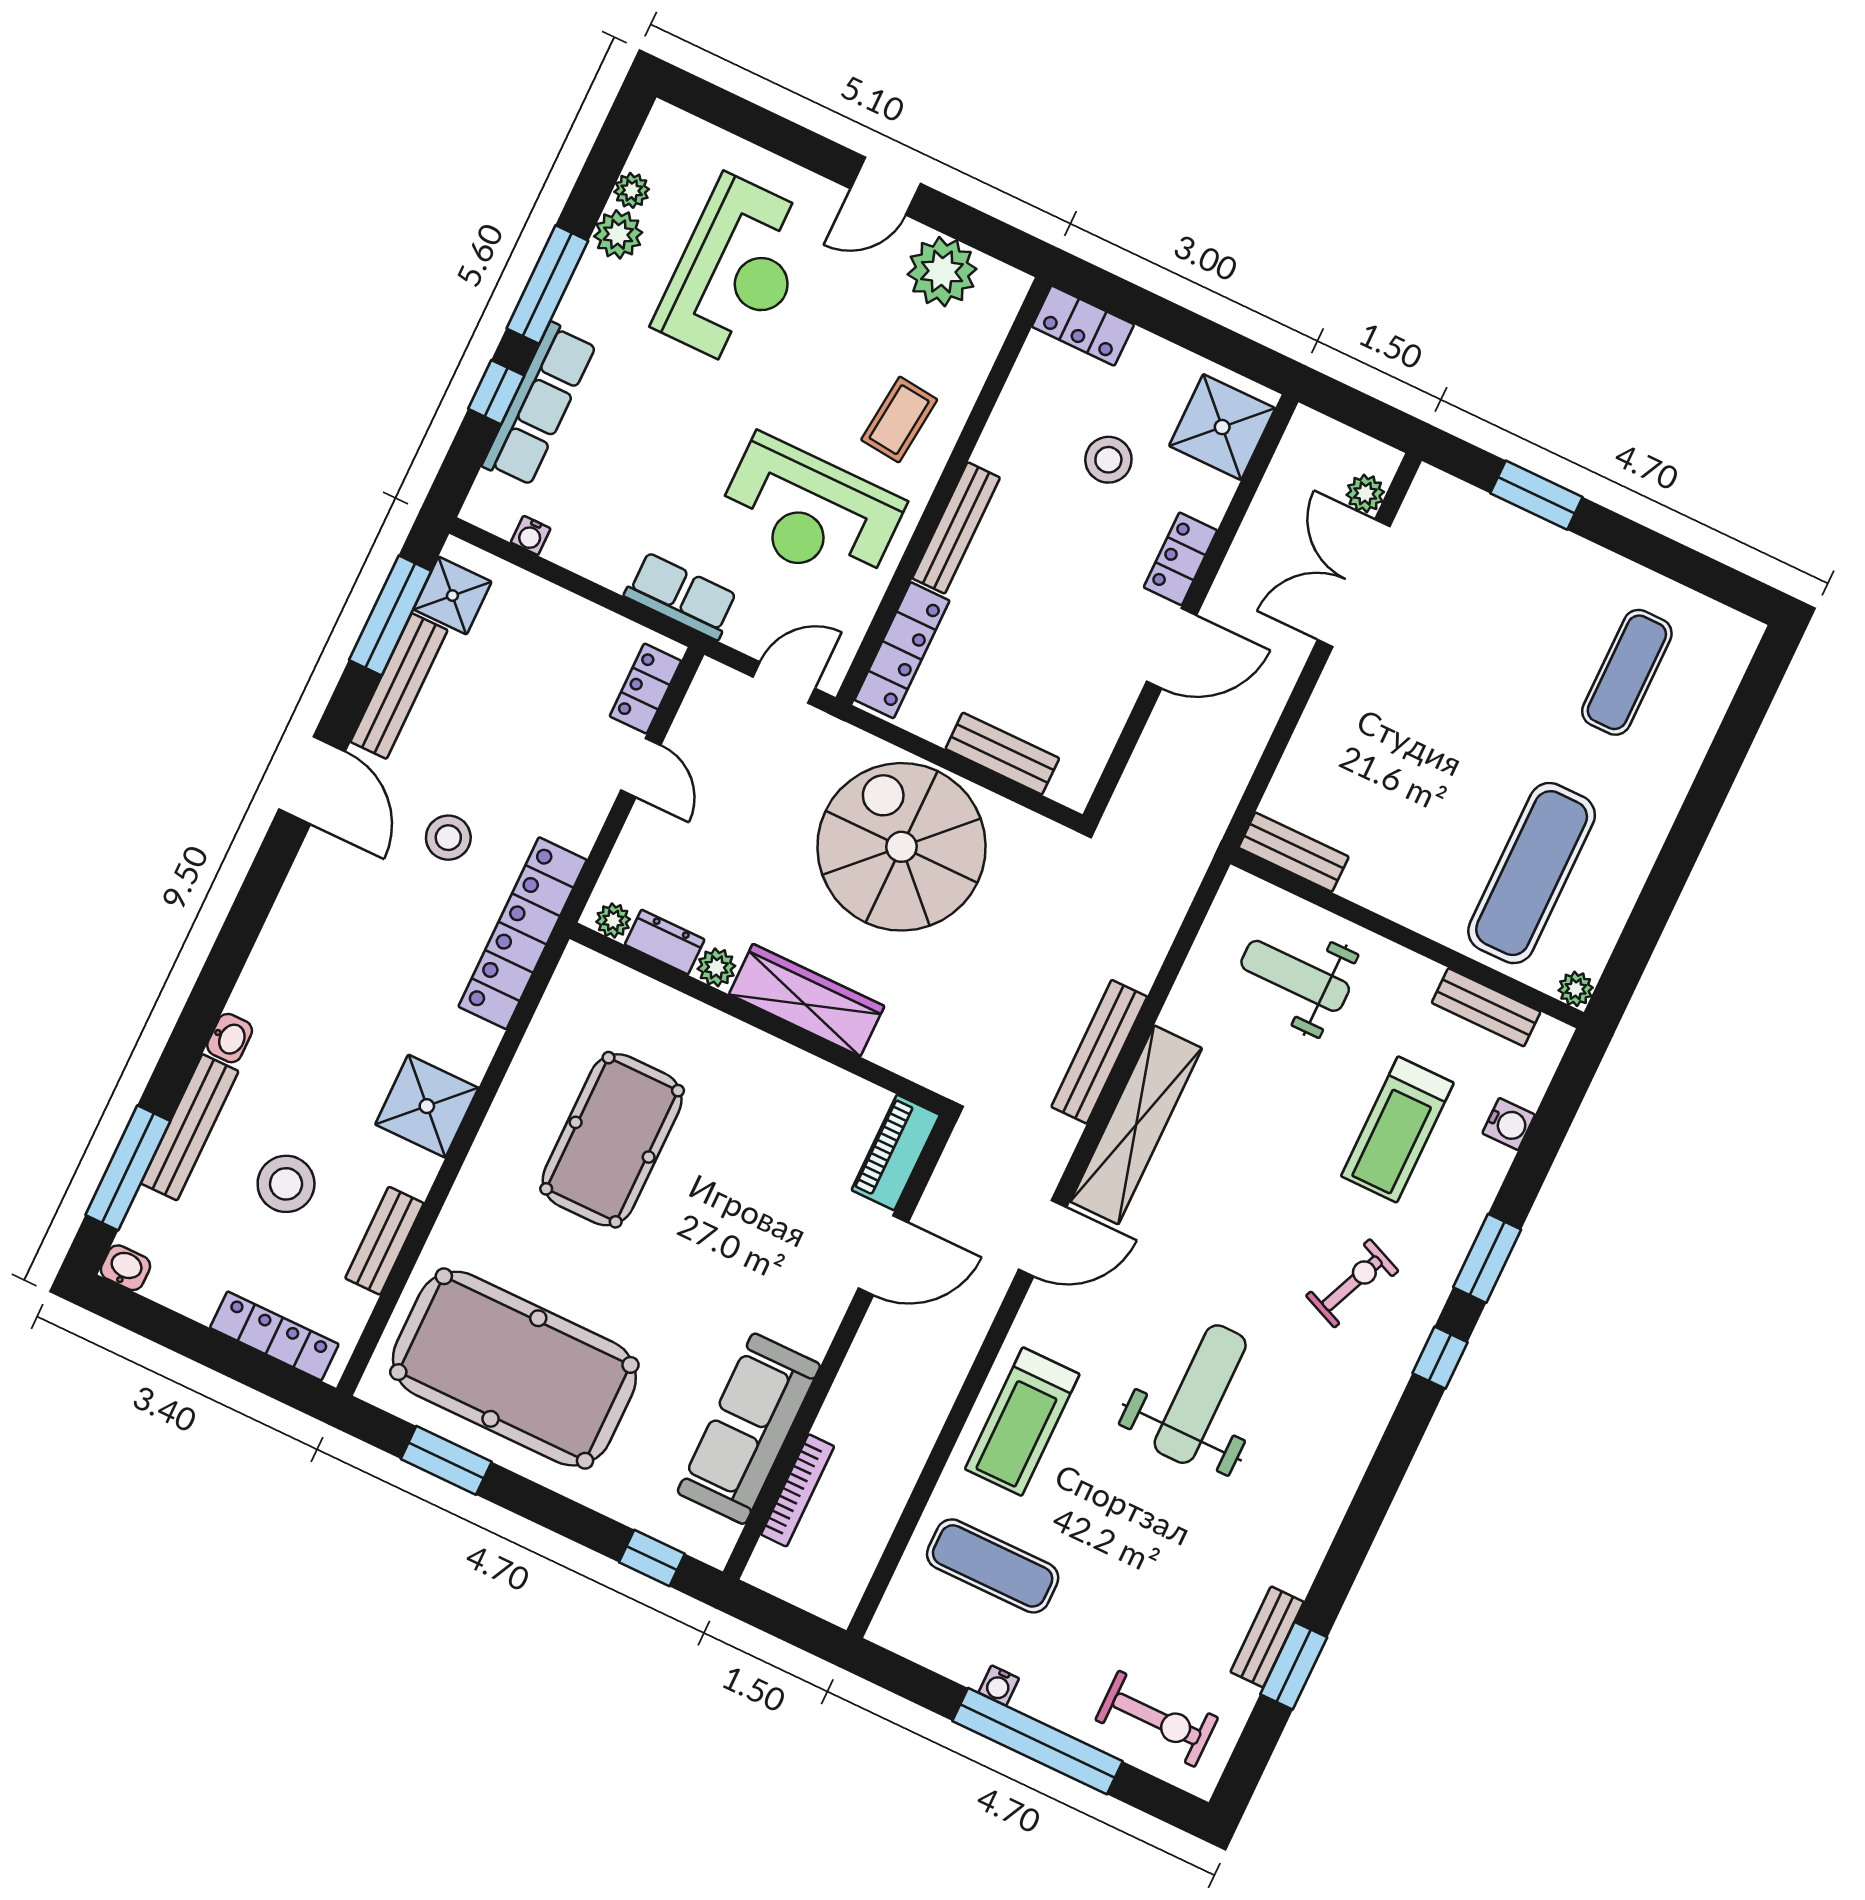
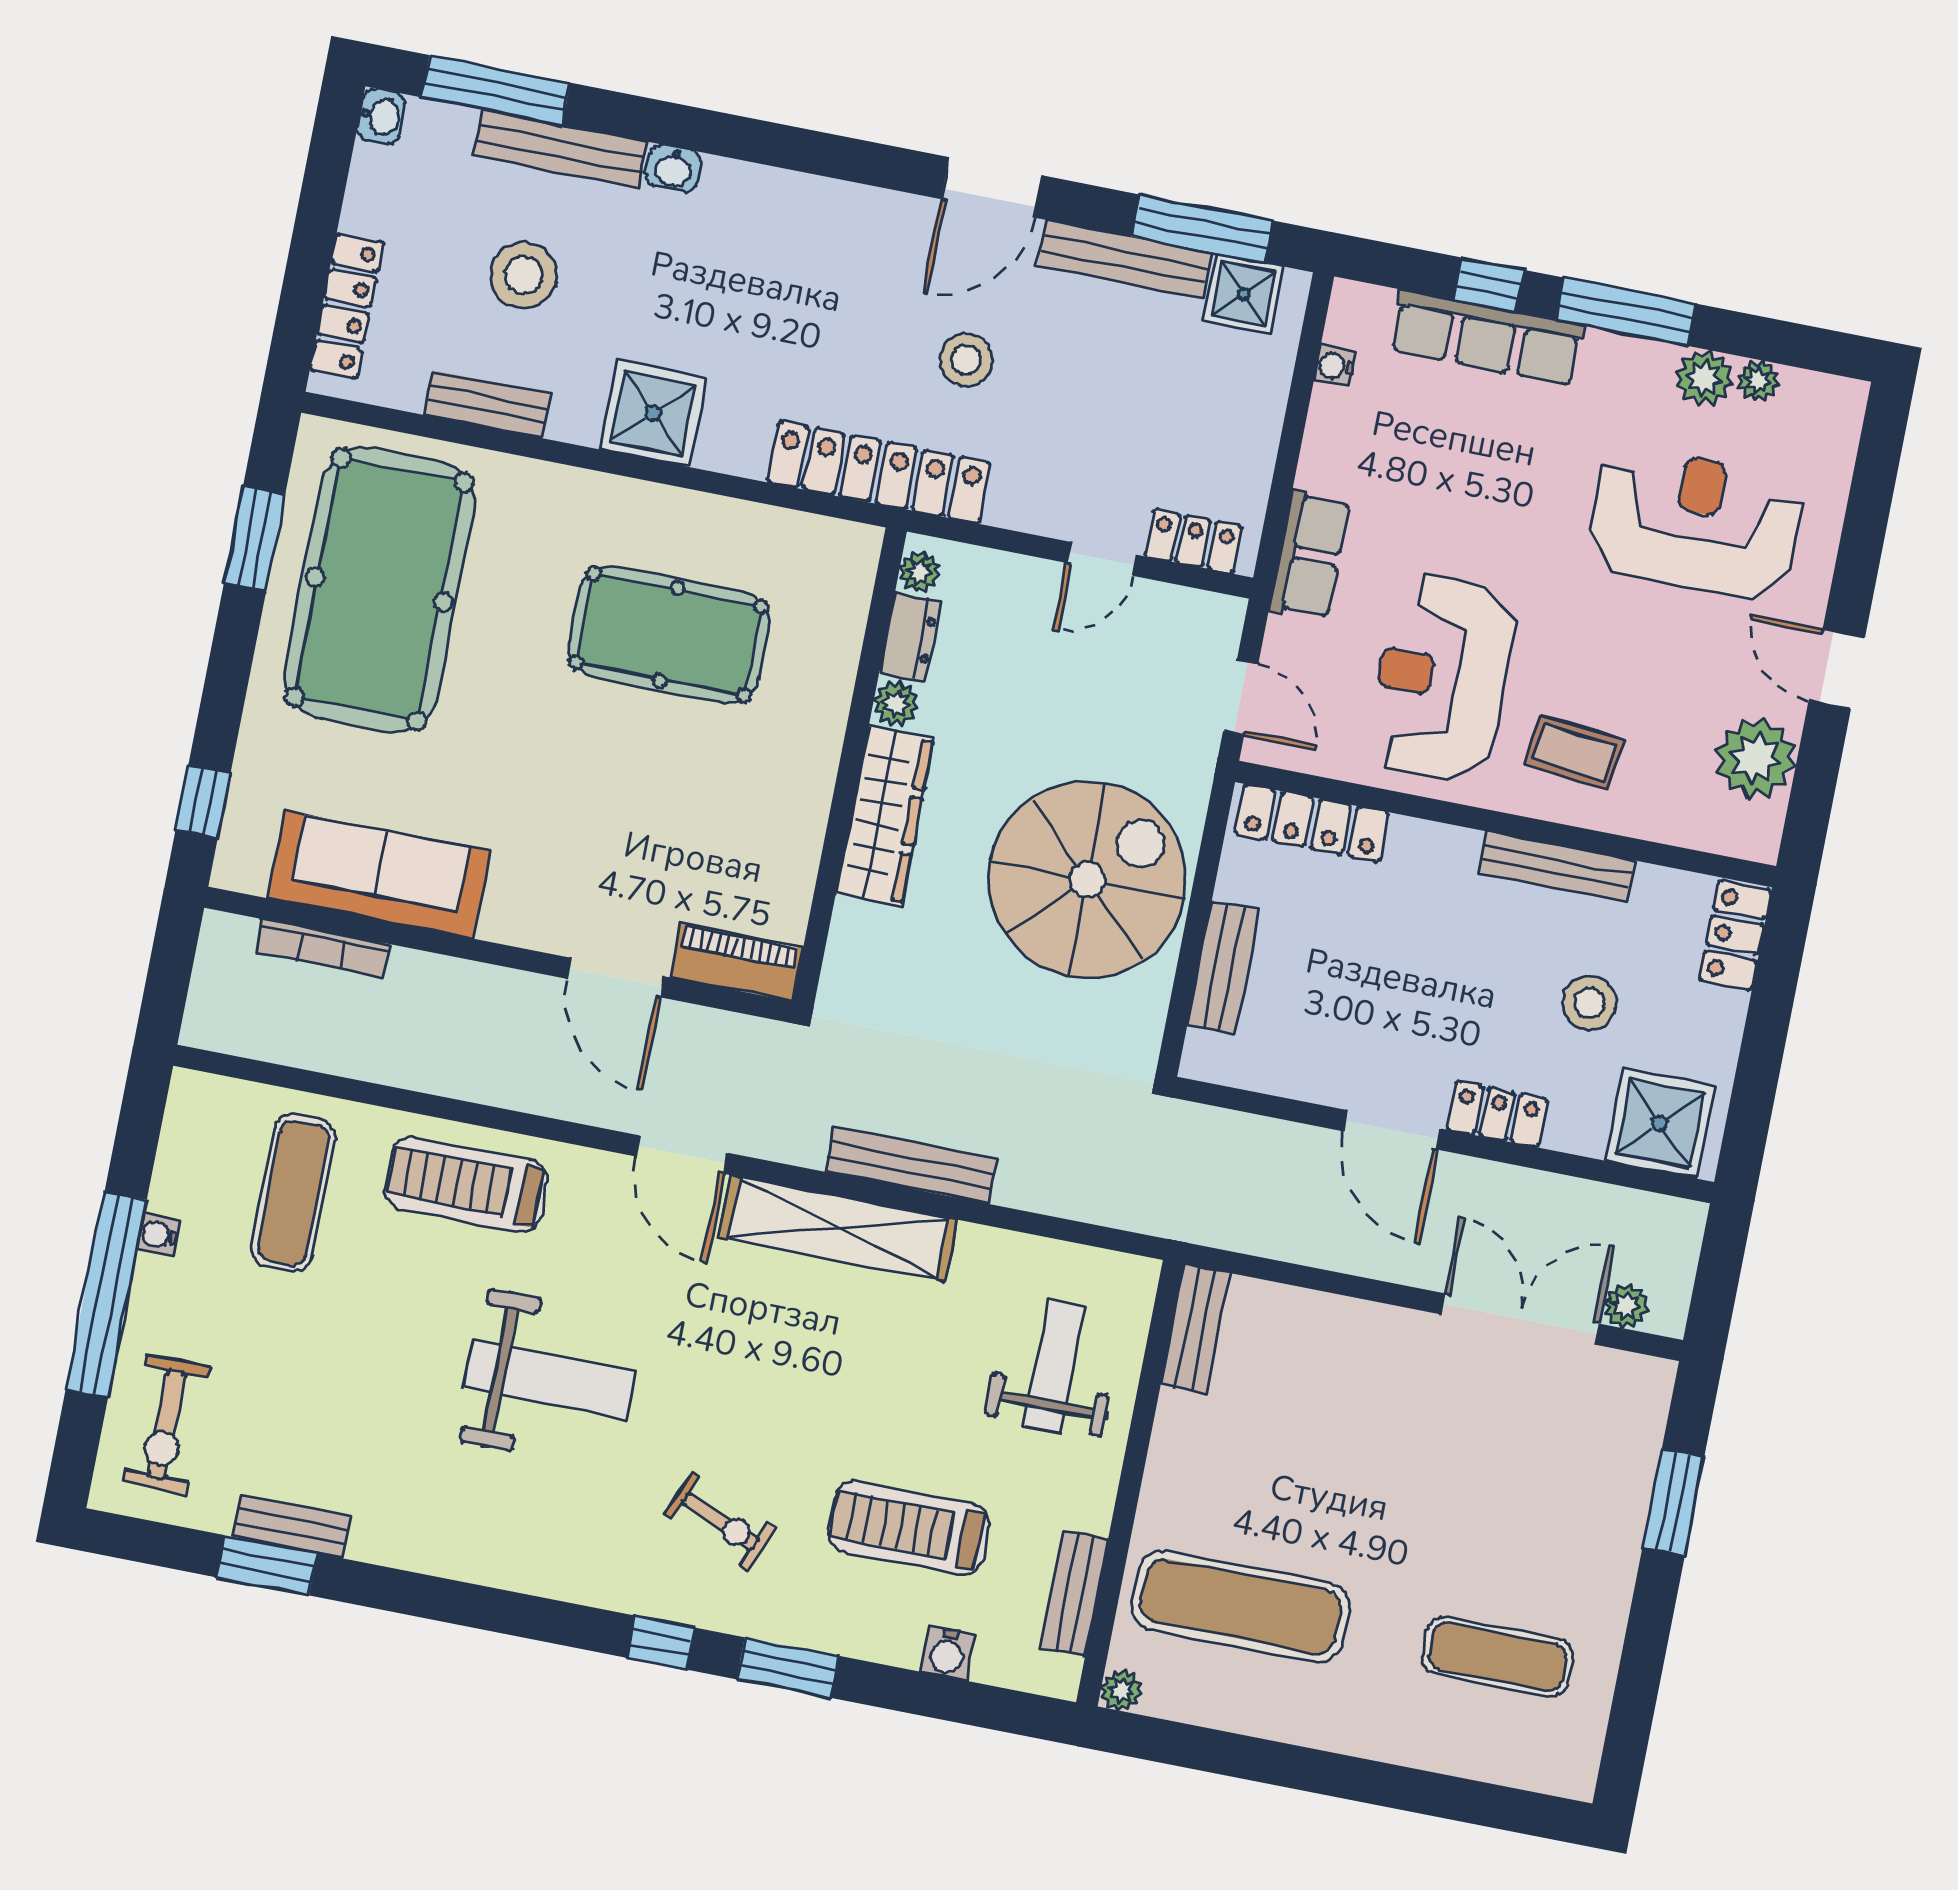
reception desk: (736, 272) -> (1695, 523), turned 180
bench: (956, 528) -> (1557, 867), moved

